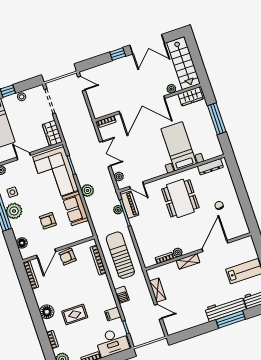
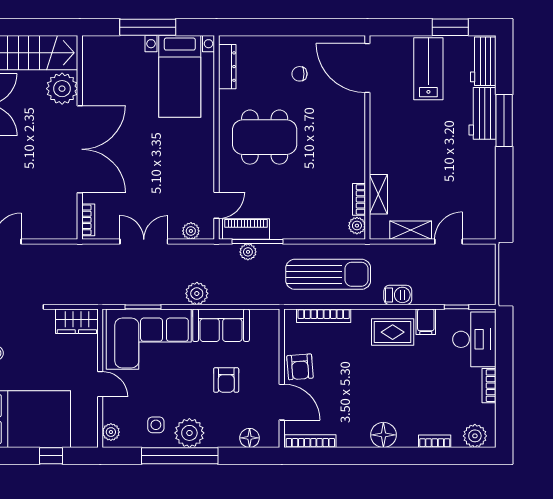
plant: (171, 89) -> (62, 89), width x1.88, depth x1.88
wardrobe: (191, 96) -> (94, 60), removed
bed with nightstands: (179, 146) -> (180, 76), moved, turned -90
door: (24, 156) -> (100, 384), swing flipped
door: (215, 246) -> (367, 68), moved
plant: (178, 252) -> (357, 226), moved
sun lounger: (120, 255) -> (328, 274), turned 180
shelving: (188, 261) -> (378, 194), moved
workbench: (226, 309) -> (483, 113), width x0.73
rug: (75, 314) -> (393, 332), moved, turned 90

